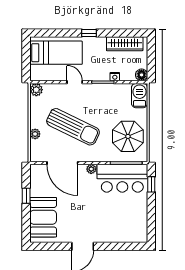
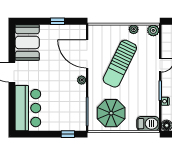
plant: (35, 134) -> (134, 29), moved
door: (62, 163) -> (87, 54), hinge flipped
bar counter: (122, 178) -> (28, 108), moved, turned 180
booth: (43, 217) -> (27, 42), moved, turned 90

